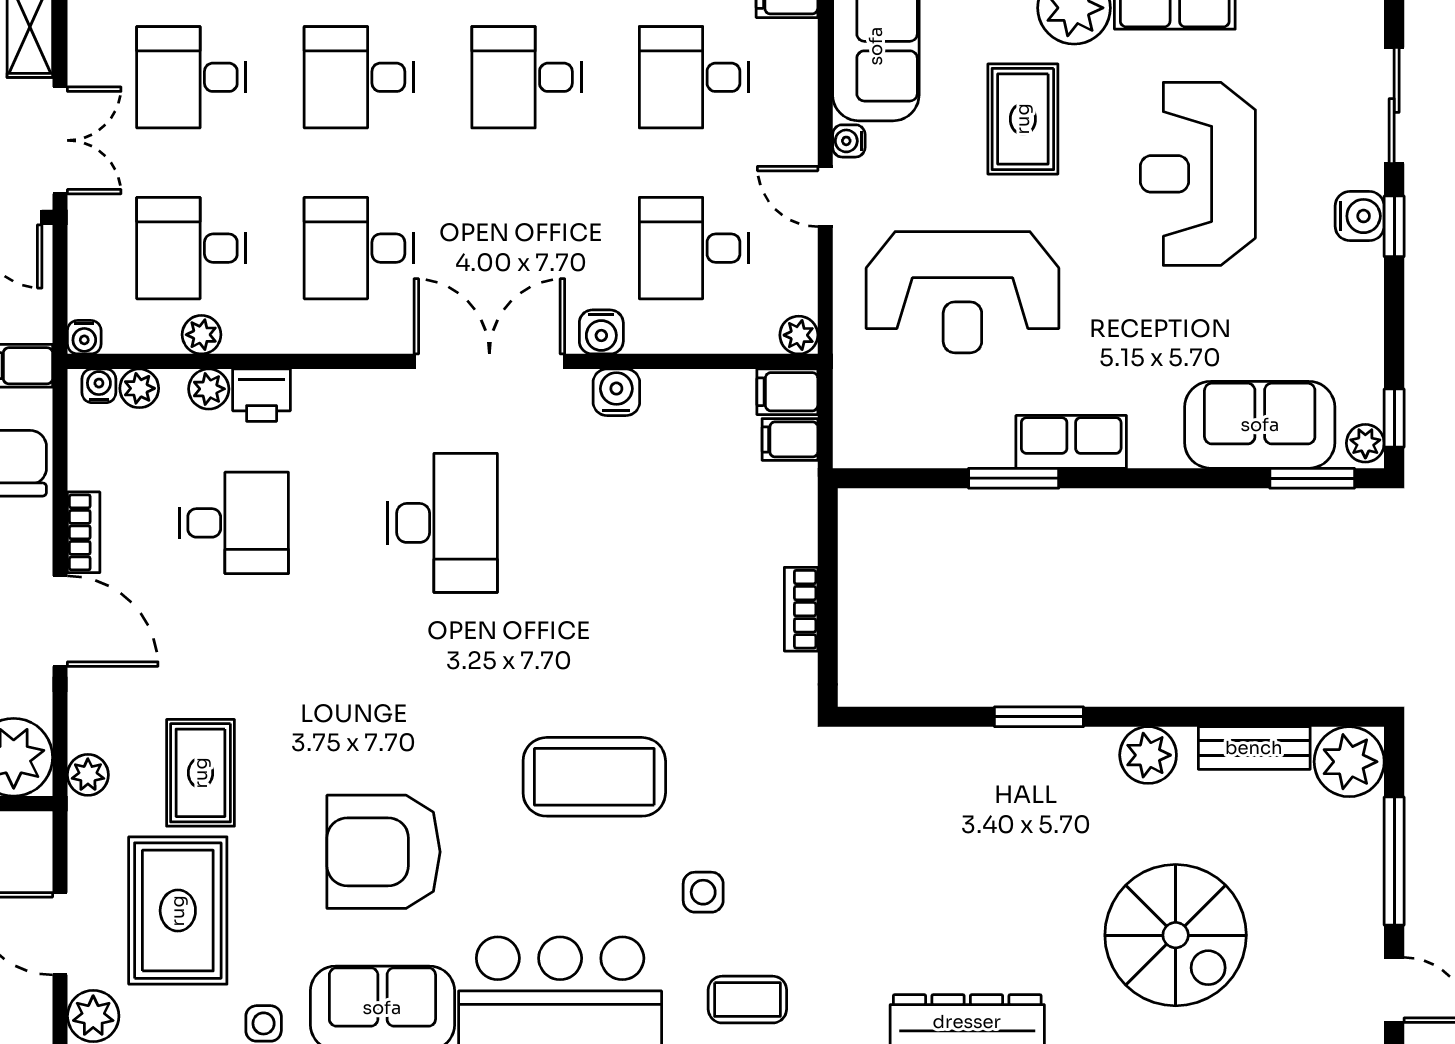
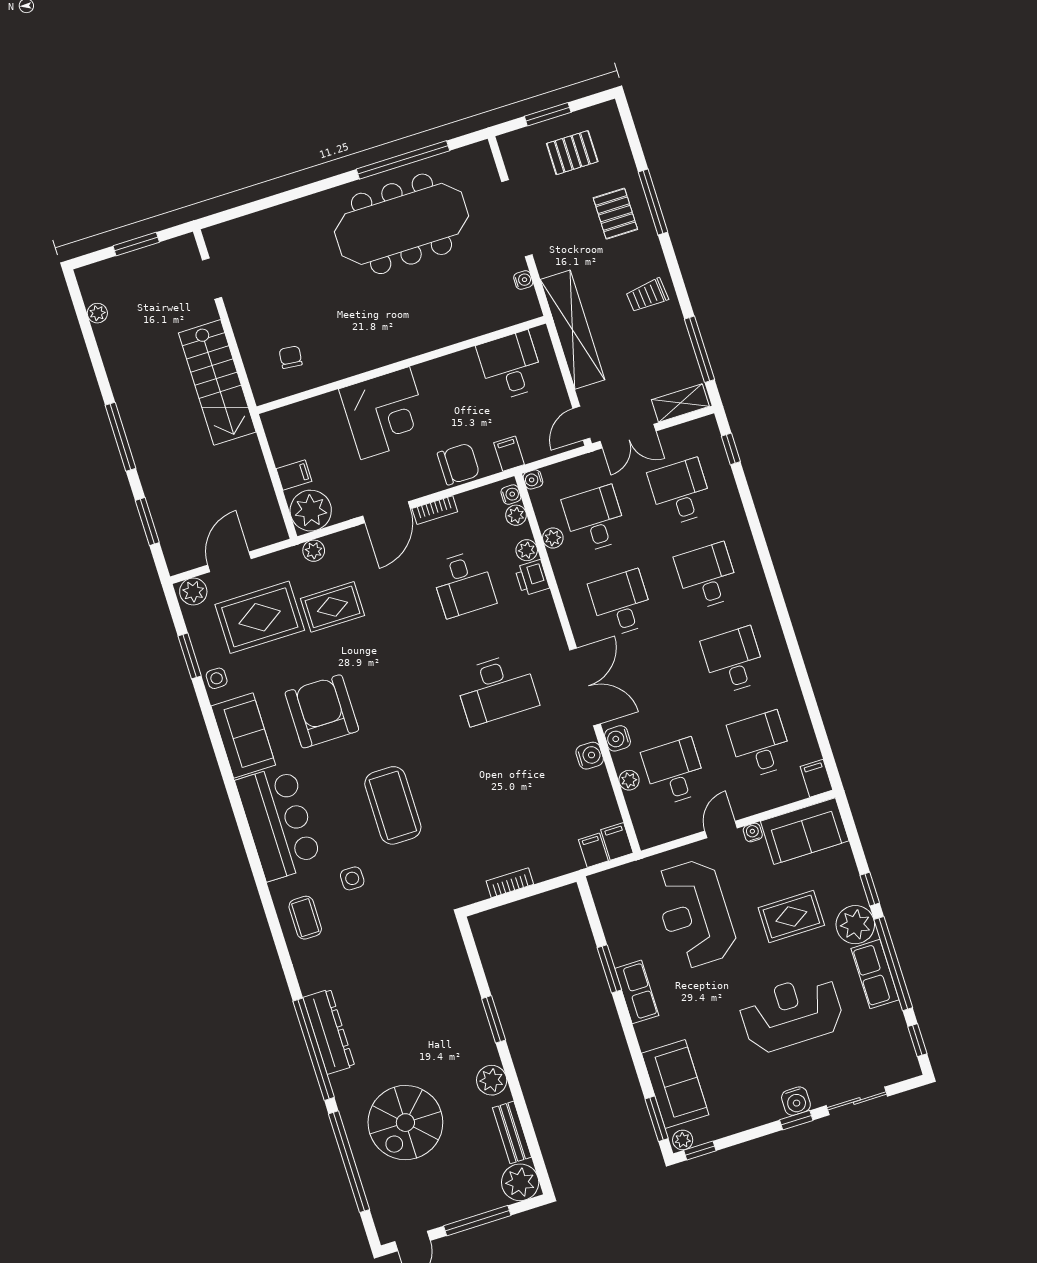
plant: (799, 335) -> (629, 780), moved

